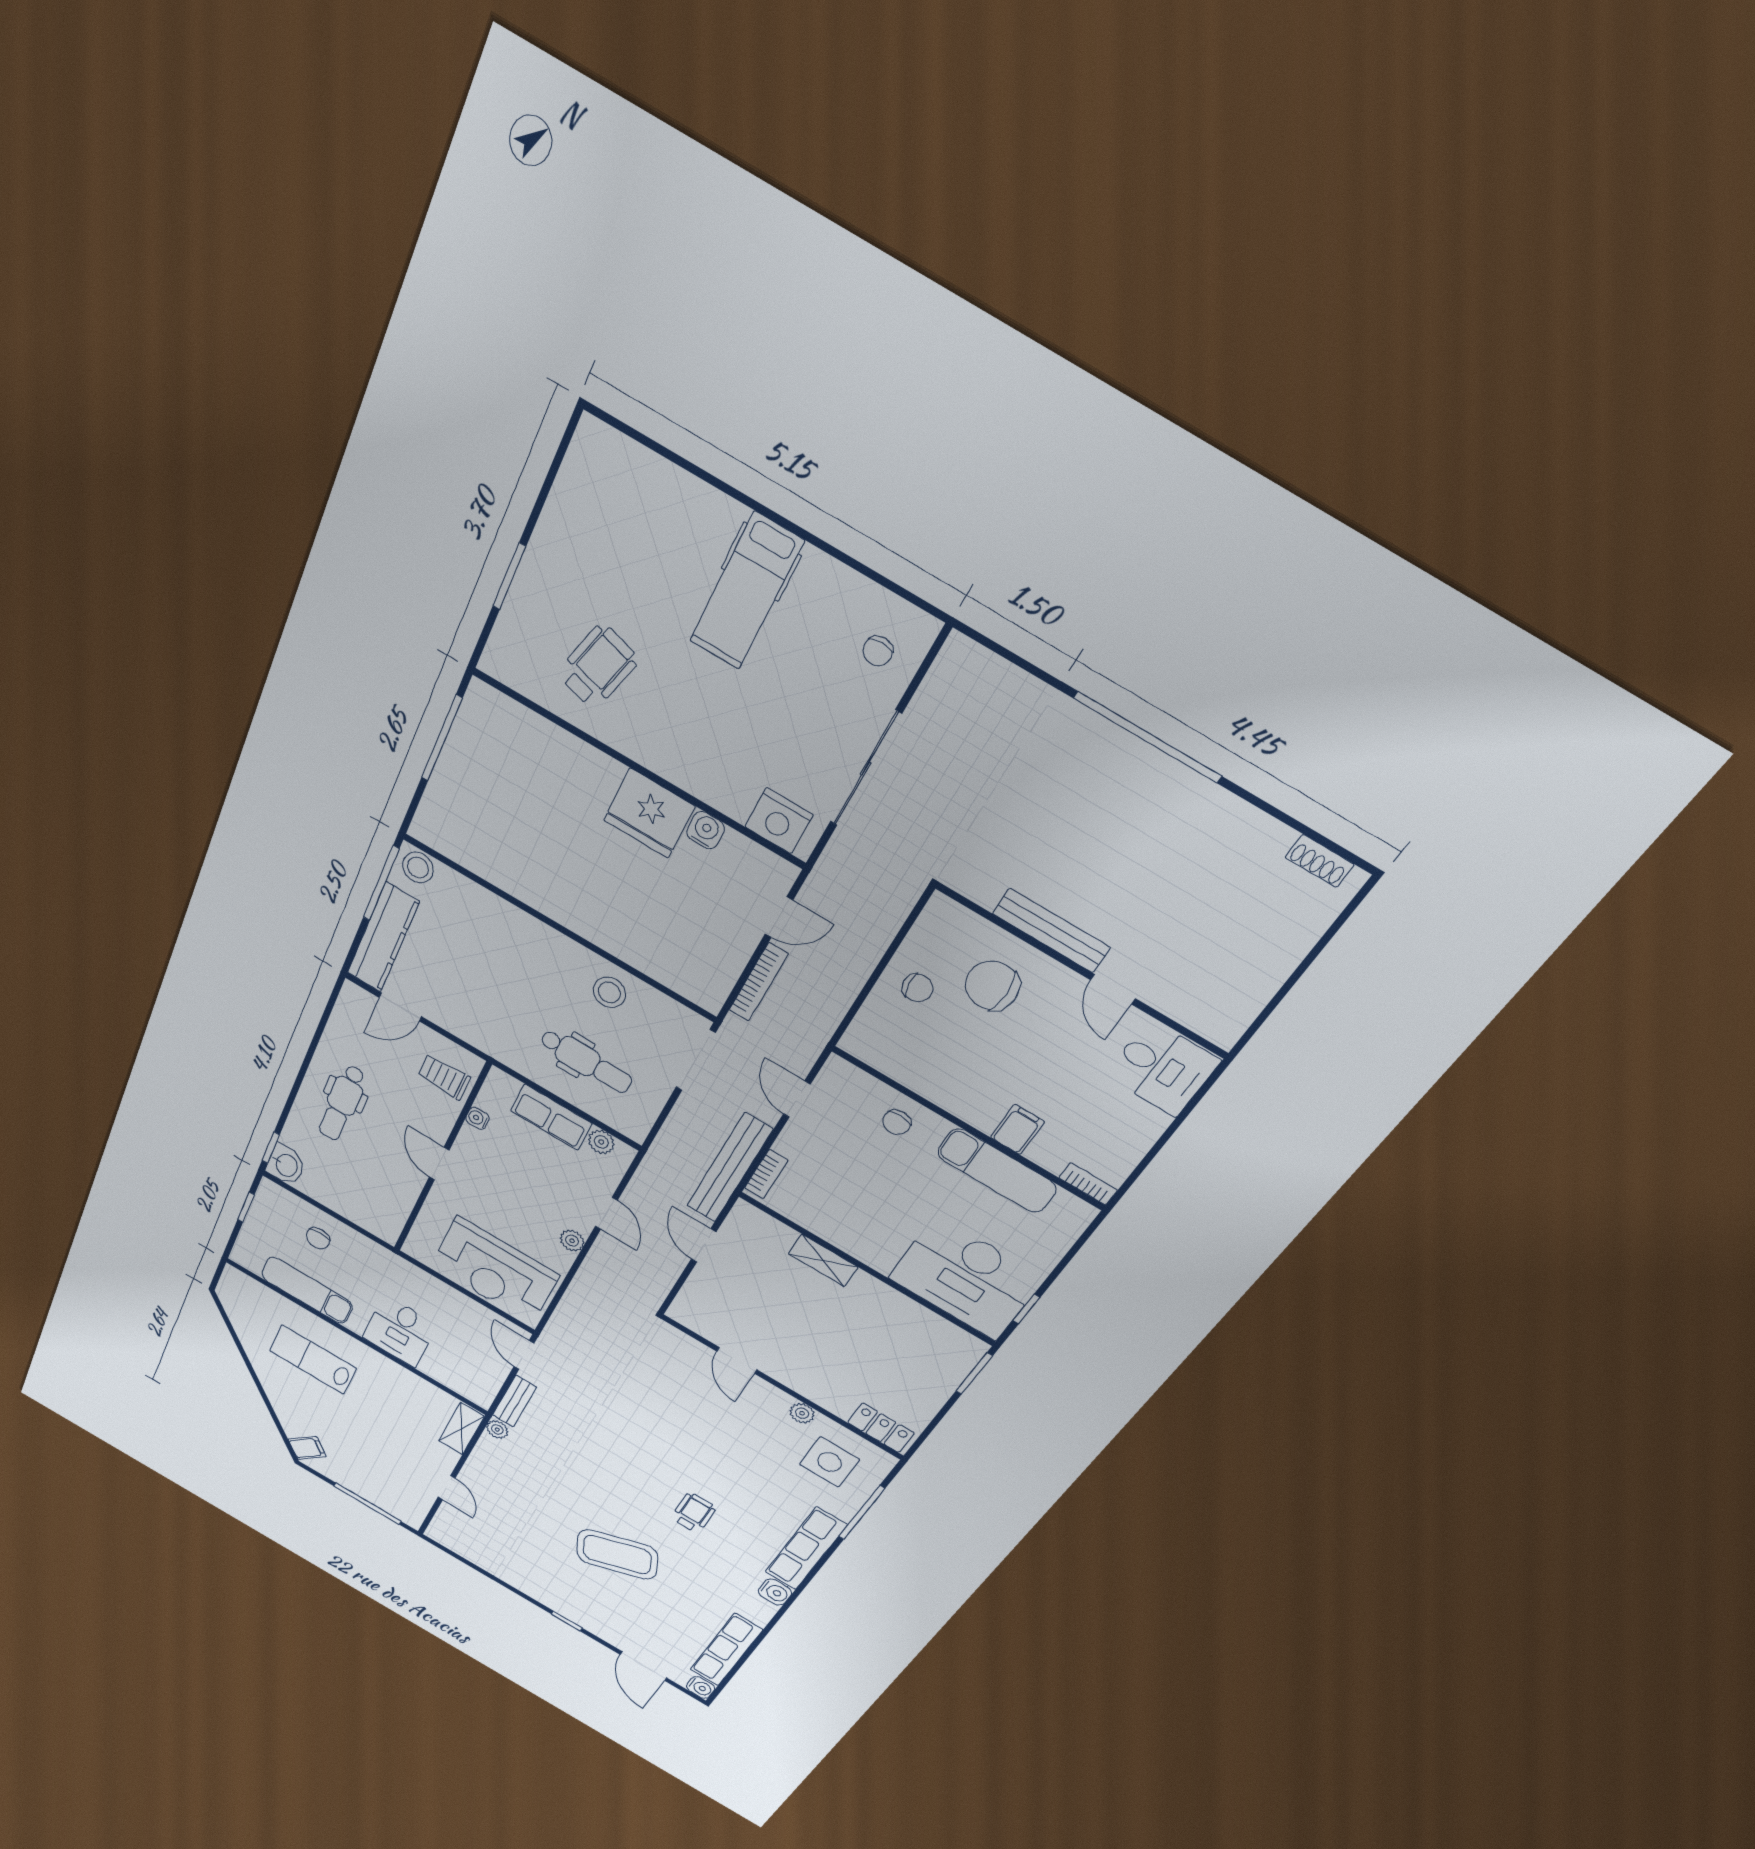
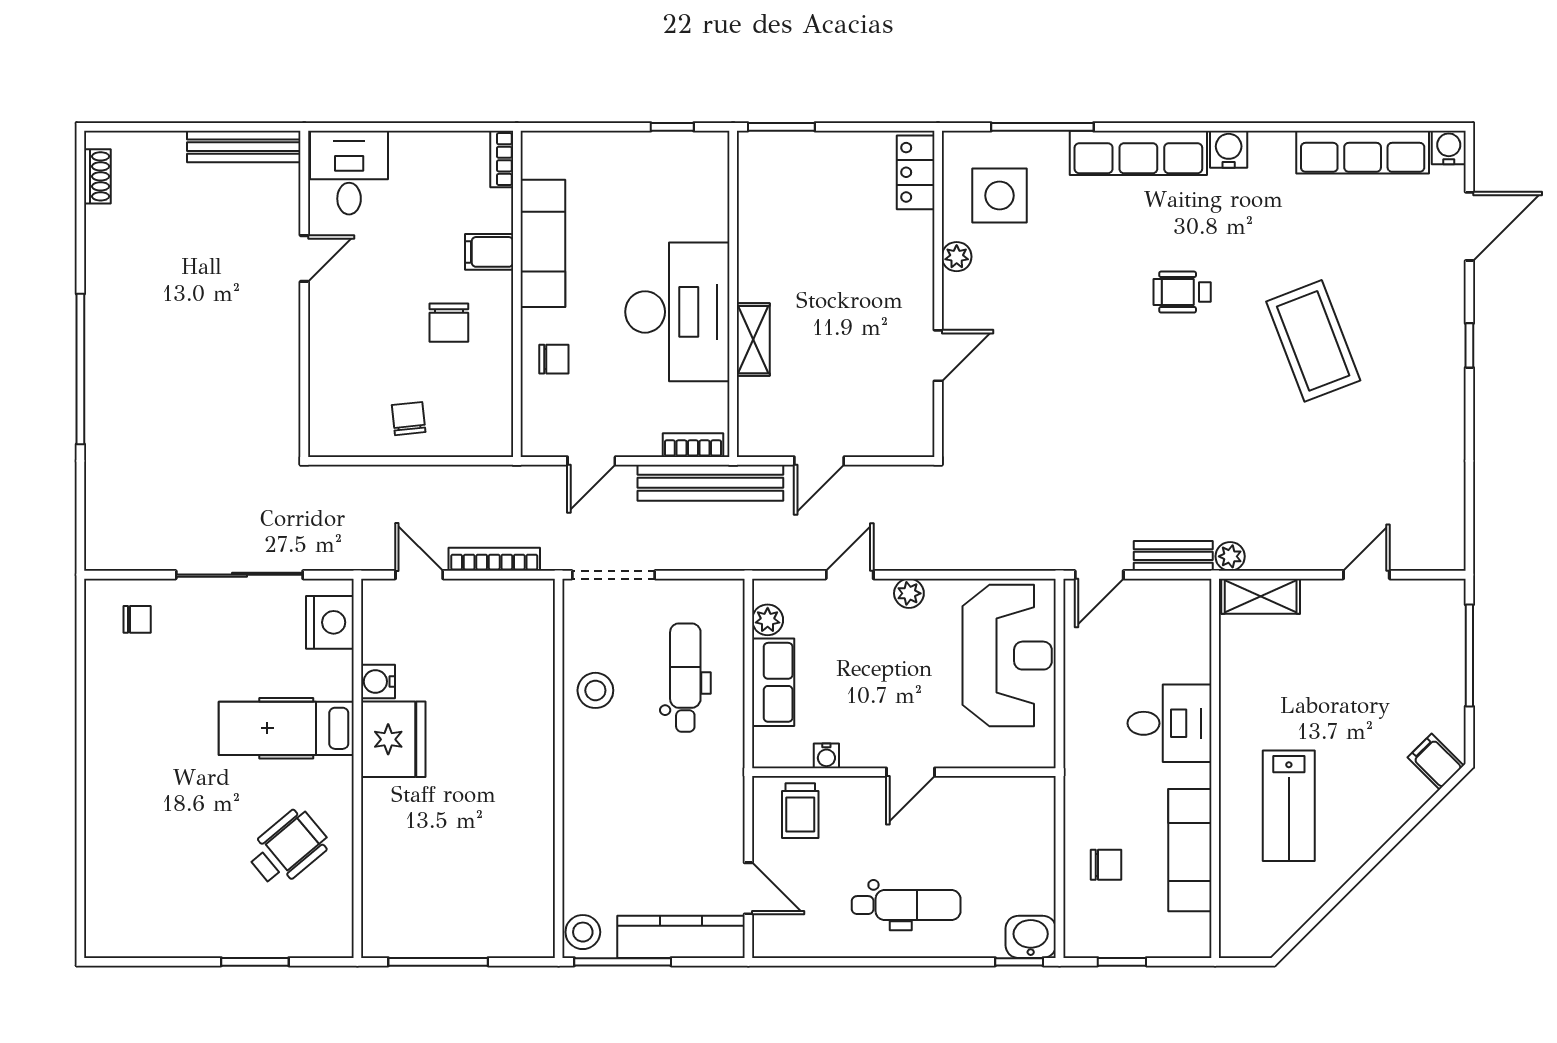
hospital bed: (746, 591) -> (286, 728), moved, turned 180
wheelchair: (598, 667) -> (288, 848), turned 124
bench: (1051, 931) -> (244, 147), moved, turned 90
chair: (992, 986) -> (449, 323), moved, width x0.73, depth x0.73
desk: (966, 1278) -> (677, 312), moved

